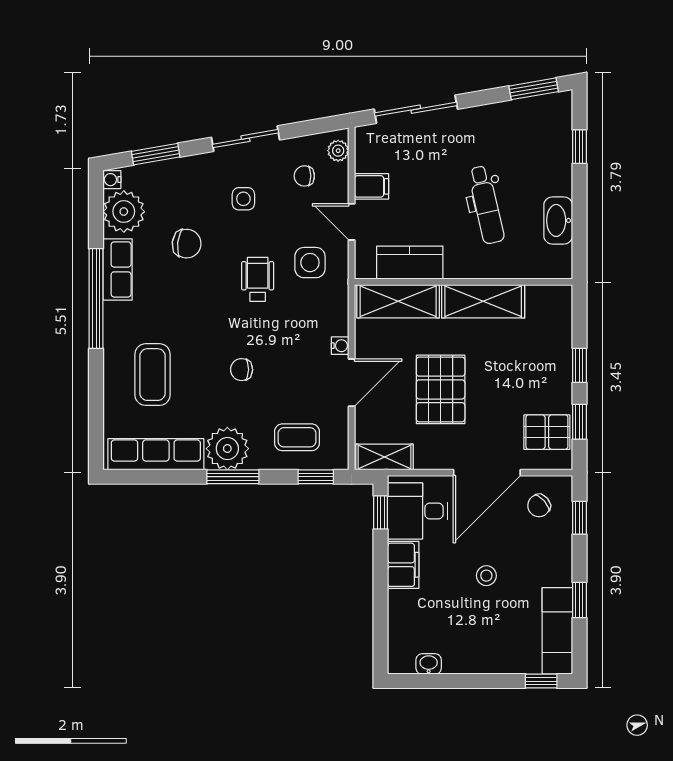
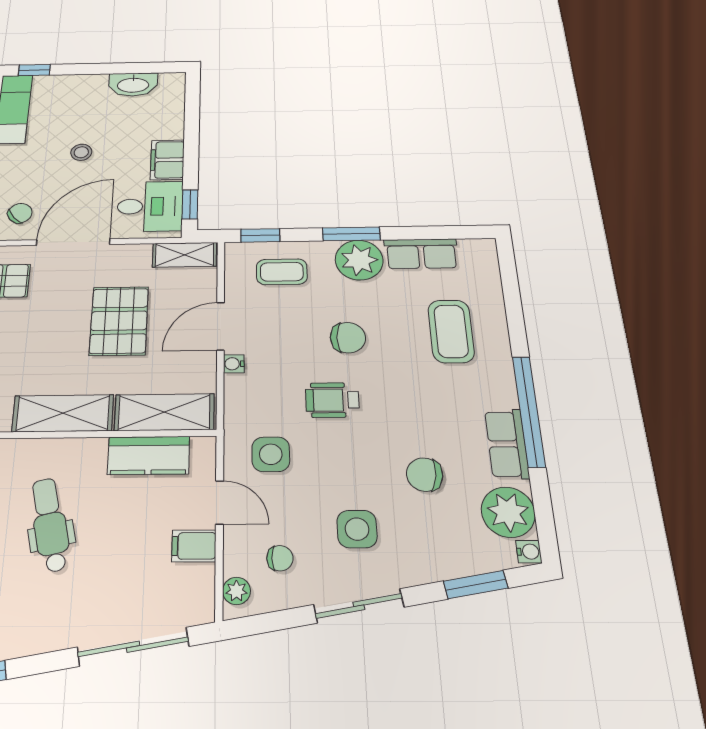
side table: (243, 199) -> (357, 529), width x1.37, depth x1.37
wheelchair: (258, 279) -> (332, 400), moved, turned 90
chair: (242, 370) -> (348, 338), width x1.37, depth x1.37
row of seats: (156, 454) -> (421, 254), width x0.68
washbasin: (429, 664) -> (133, 85), width x1.91, depth x1.45

